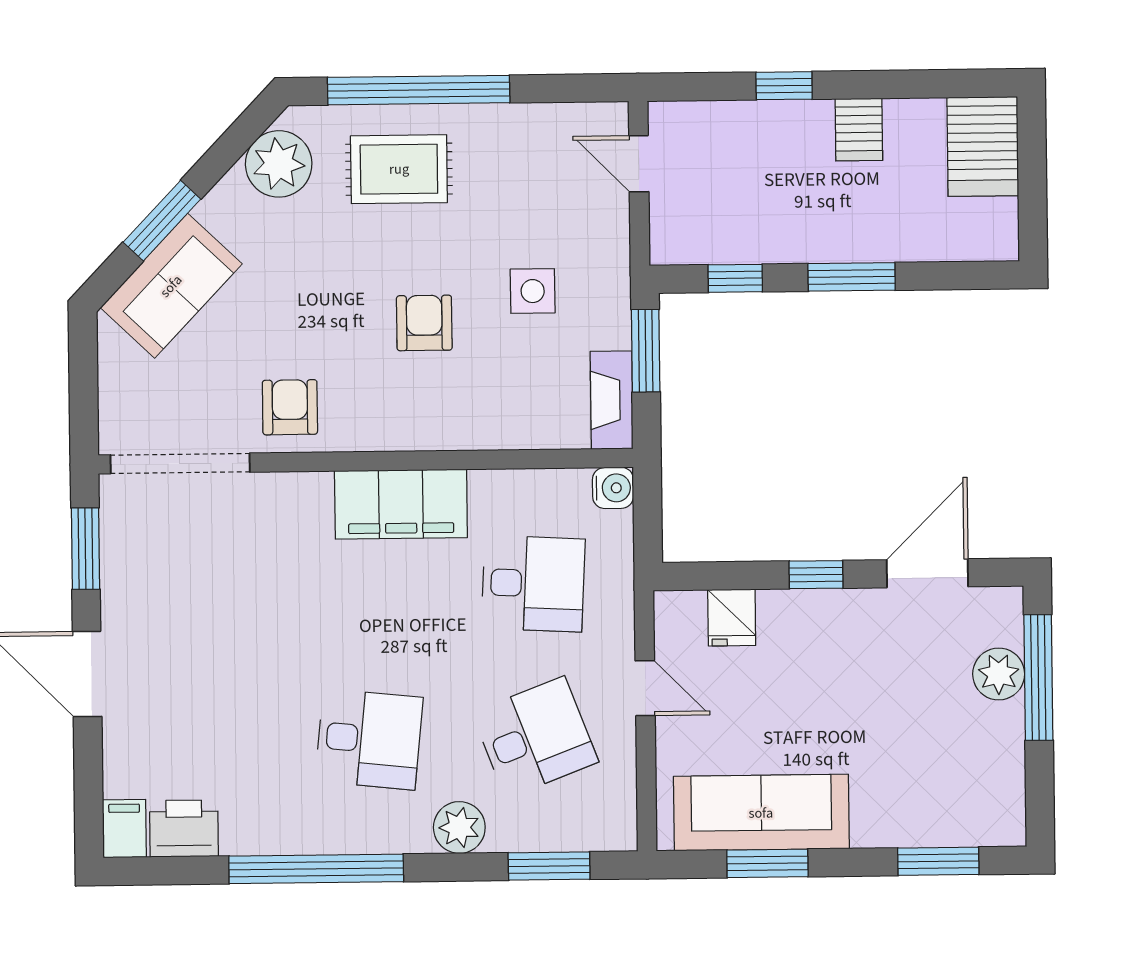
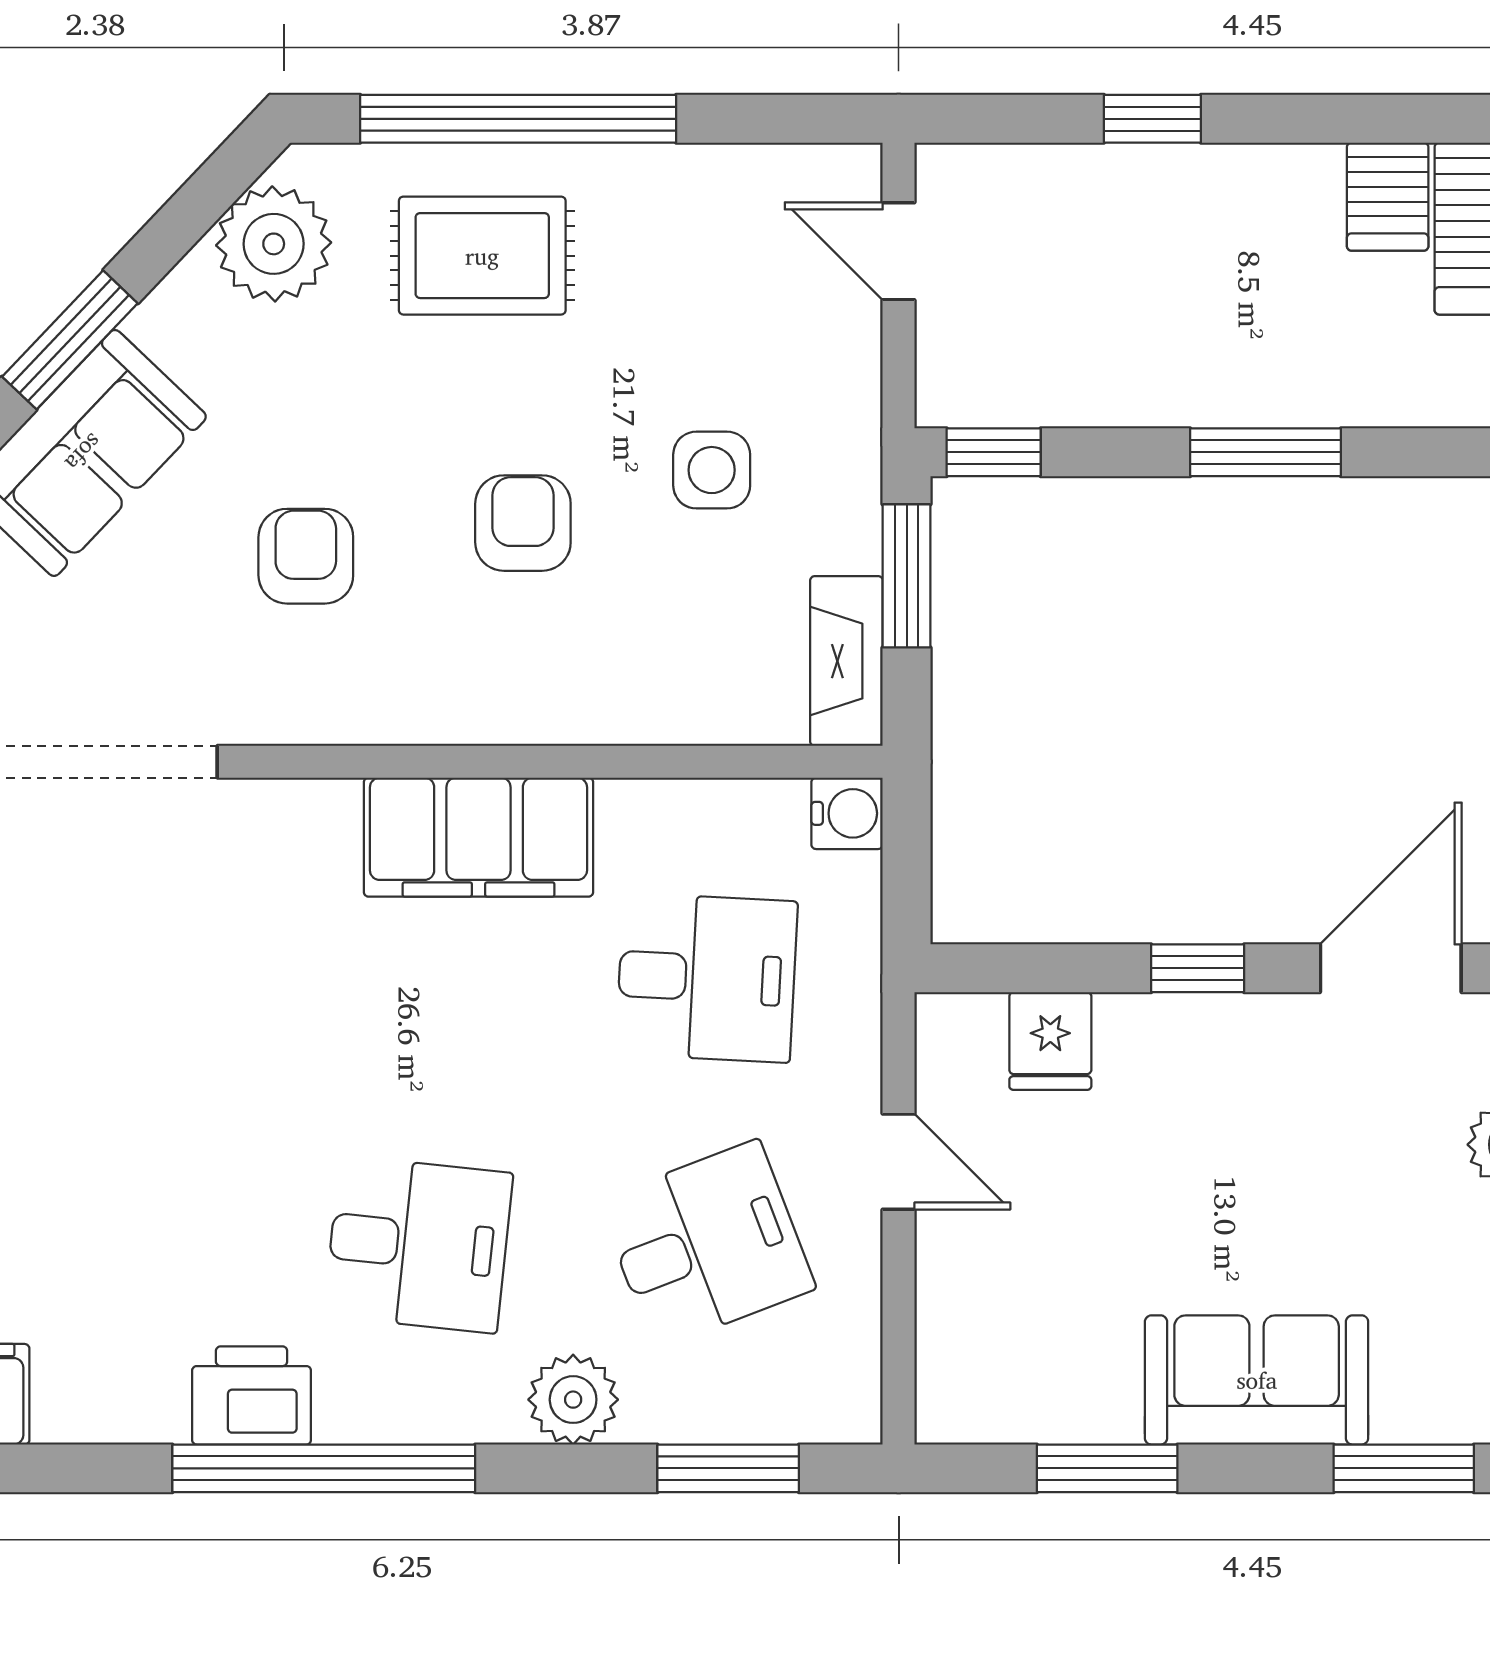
server rack: (859, 130) -> (1388, 197), moved
window: (735, 278) -> (994, 452), moved
armchair: (290, 407) -> (306, 556), moved
sofa: (761, 813) -> (1257, 1380), moved, width x0.73
printer: (184, 828) -> (252, 1395), moved

